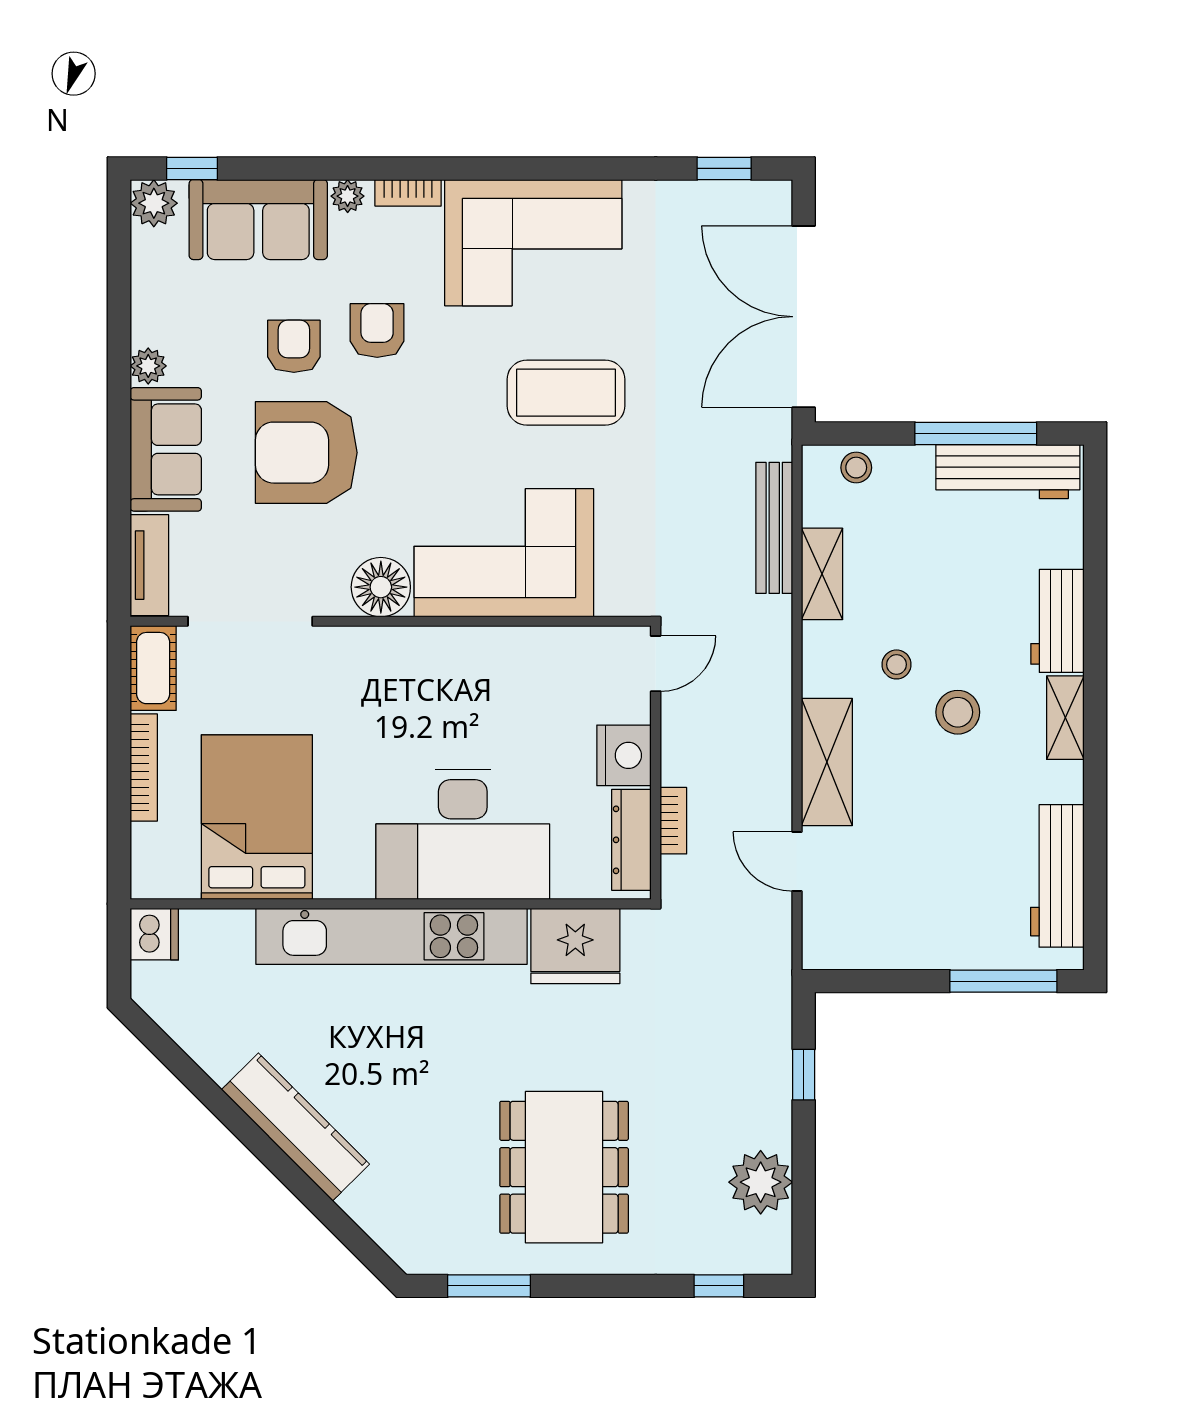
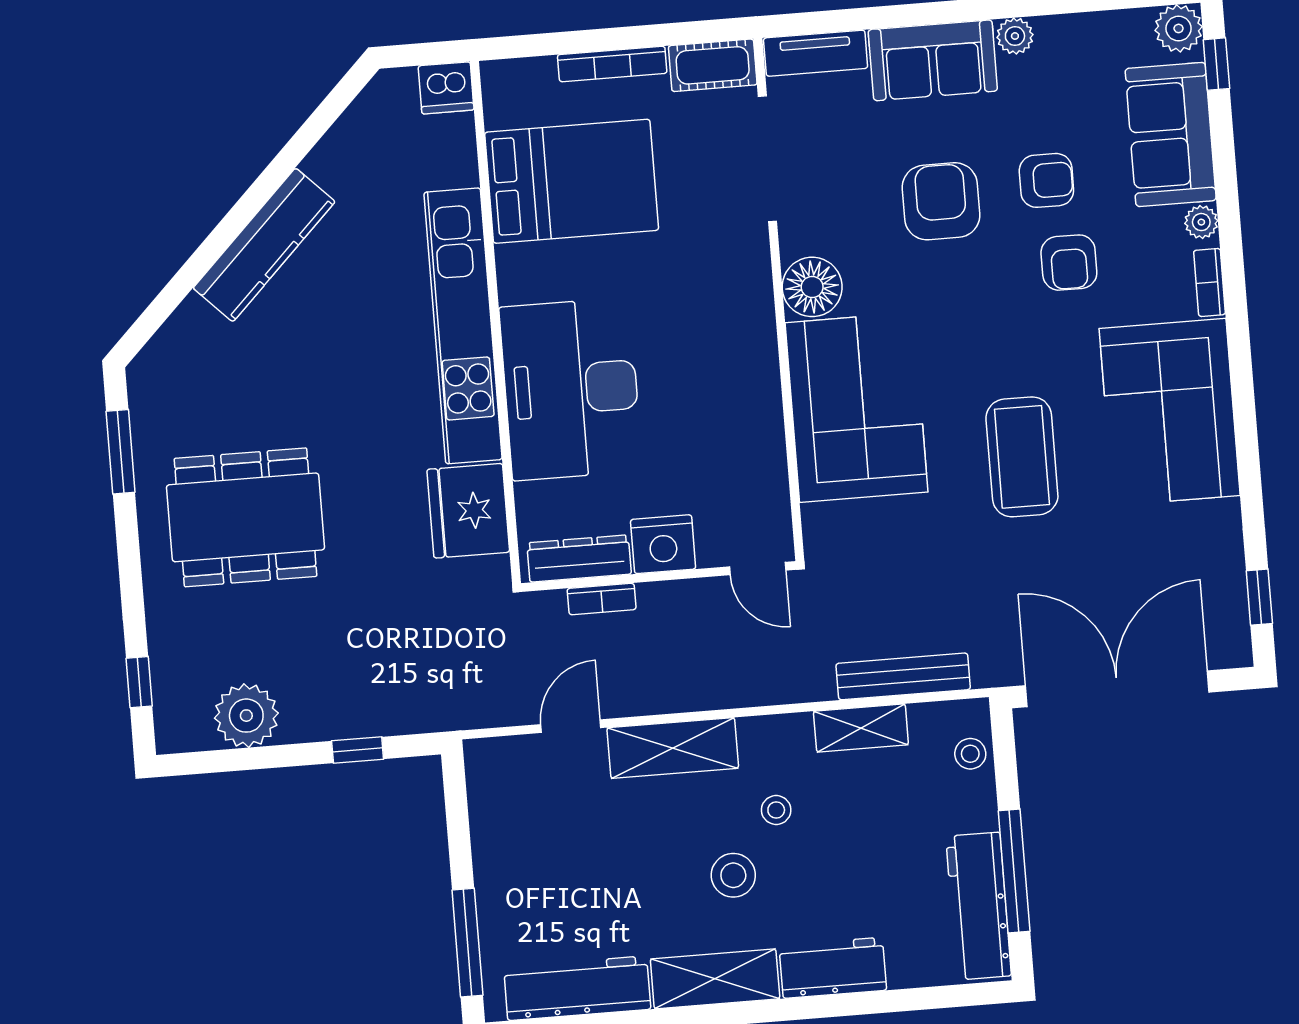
armchair: (377, 330) -> (1069, 263), turned 90
armchair: (306, 453) -> (941, 201), width x0.73, depth x0.73
shelving: (1065, 718) -> (715, 979), width x1.50, depth x1.33

